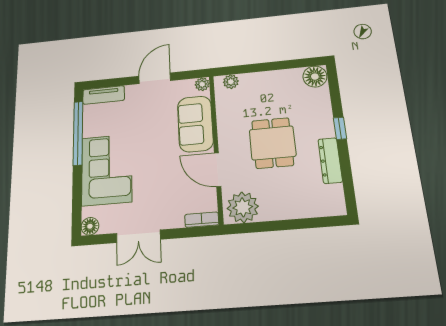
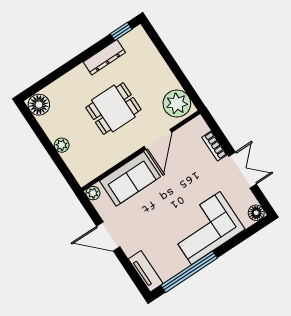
plant: (231, 82) -> (62, 145), moved
window: (340, 128) -> (121, 31), moved
bookcase: (202, 220) -> (214, 146), moved

